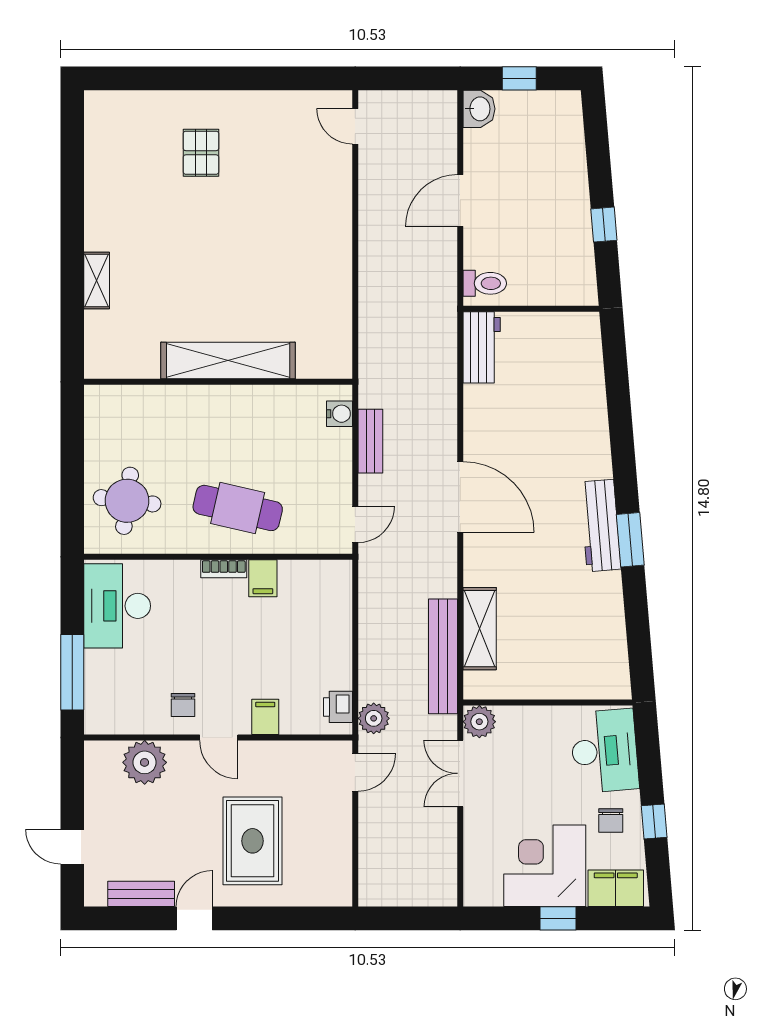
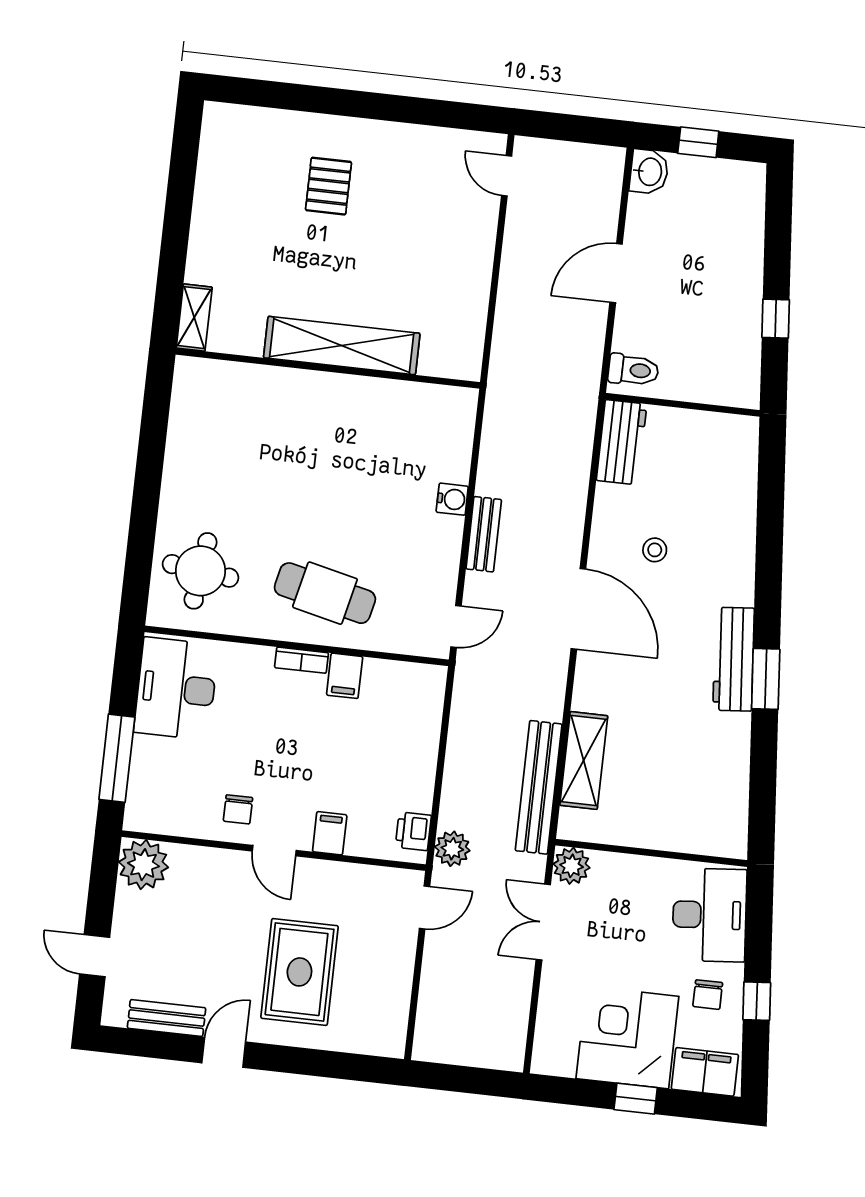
shelving: (228, 360) -> (342, 346), moved
wall: (218, 382) -> (328, 368), moved
stool: (521, 438) -> (655, 550), added
plant: (145, 762) -> (143, 865), moved

